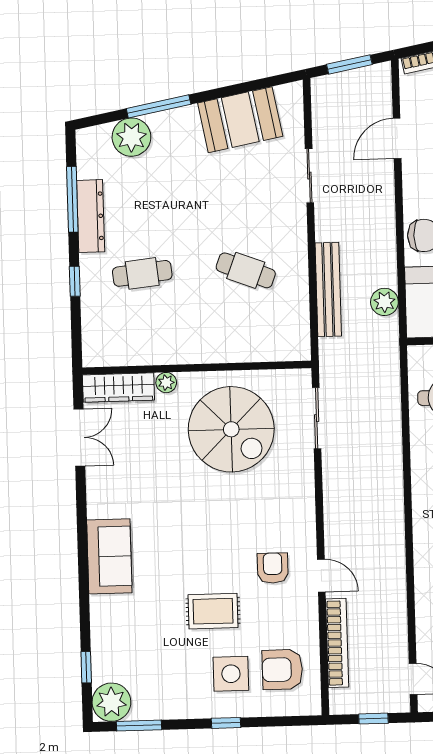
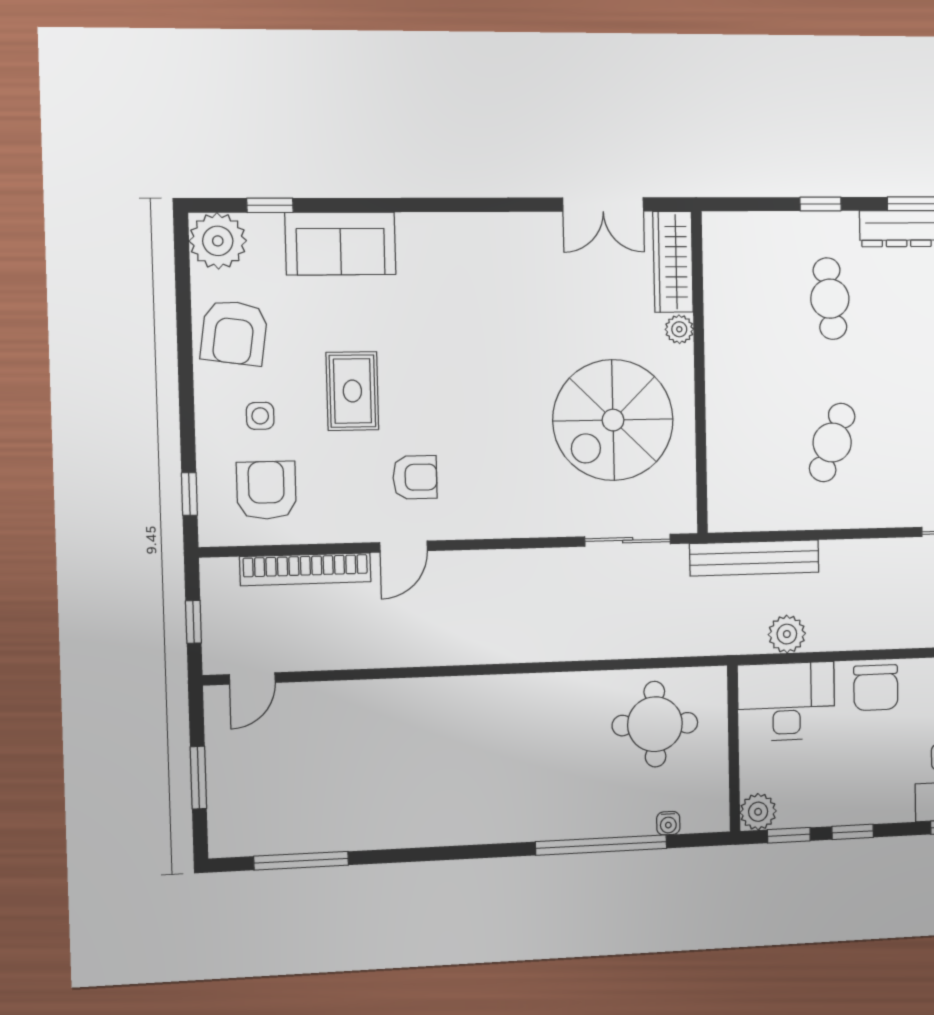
bench: (328, 289) -> (754, 558), moved
sofa: (109, 556) -> (341, 244), moved
side table: (231, 674) -> (260, 416), width x0.54, depth x0.54
armchair: (174, 691) -> (234, 333), added
window: (226, 723) -> (189, 494), moved
window: (139, 726) -> (183, 281), removed

